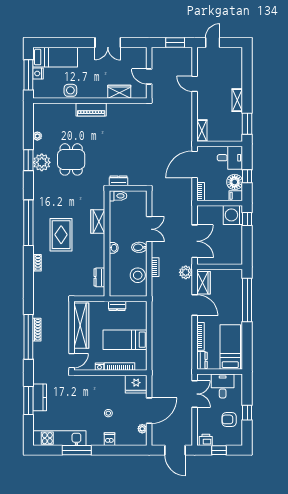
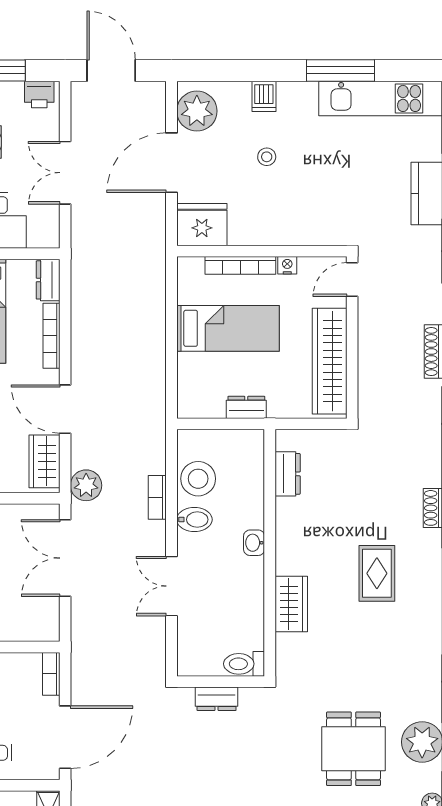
dresser: (119, 181) -> (217, 699), moved
rug: (61, 235) -> (377, 573), width x0.73, depth x0.70
bidet: (139, 247) -> (194, 520), moved
double door: (195, 394) -> (65, 173), moved
plant: (142, 429) -> (197, 111), width x1.88, depth x1.88

